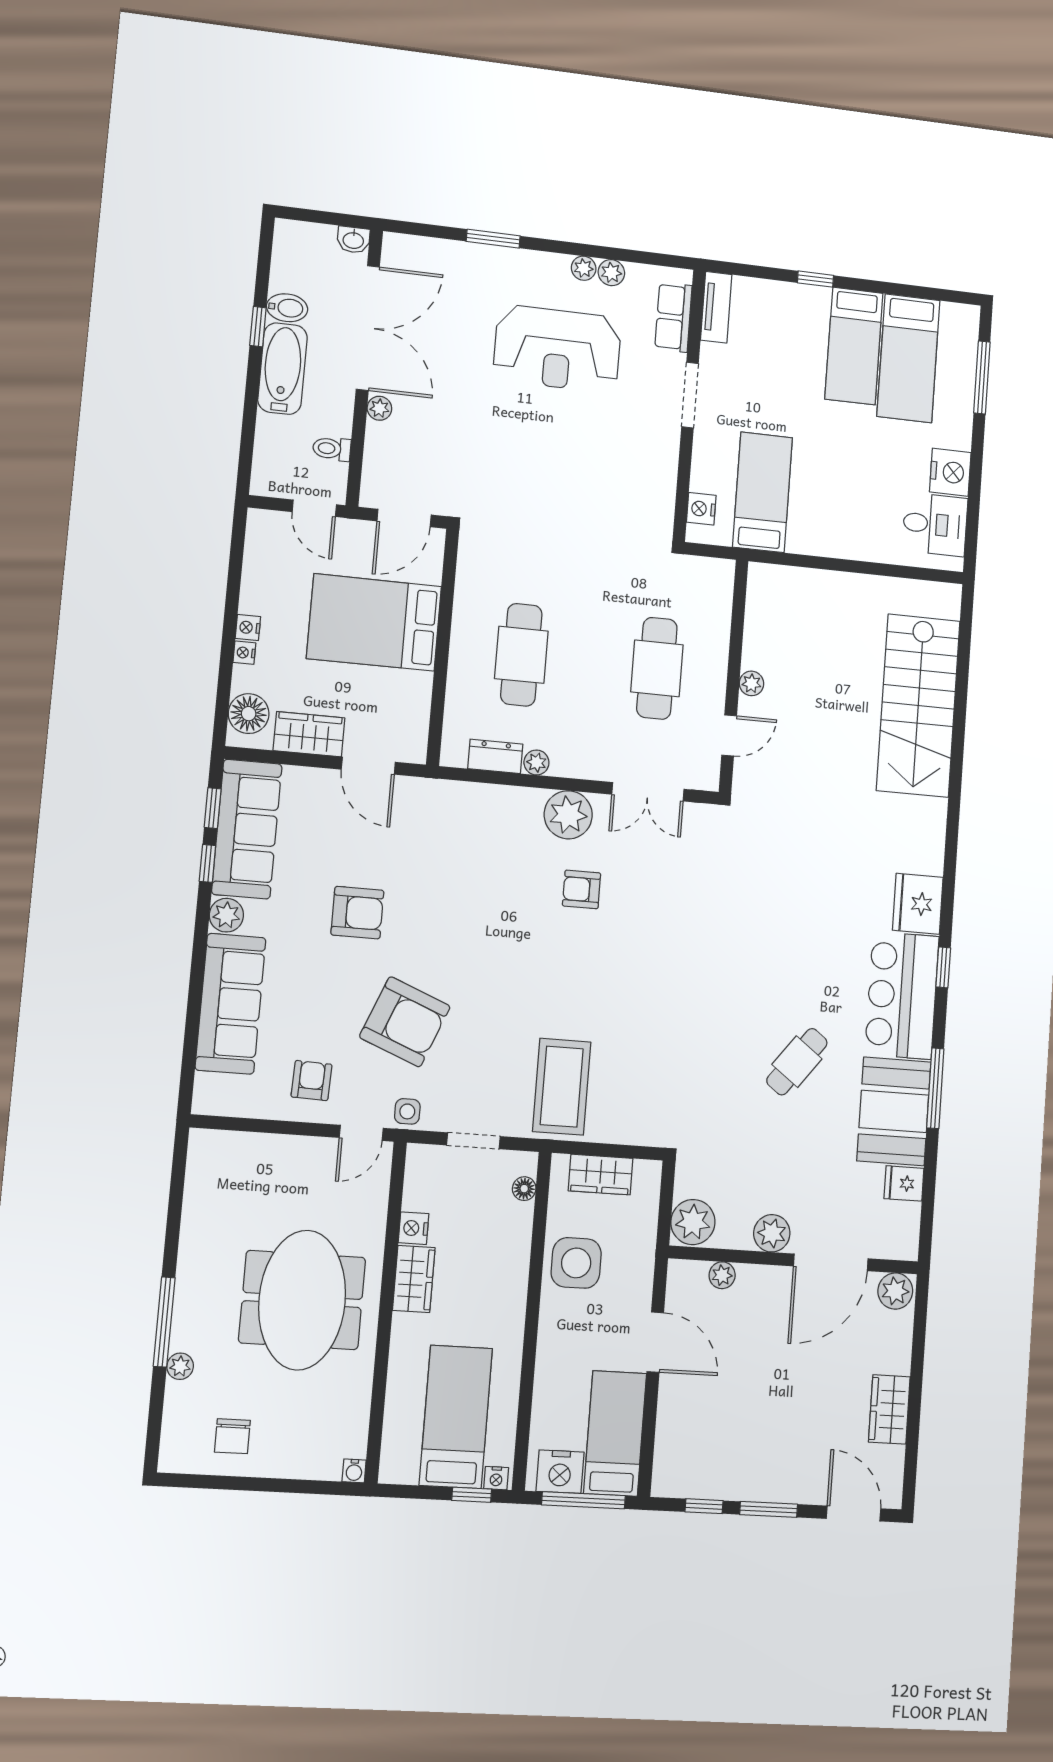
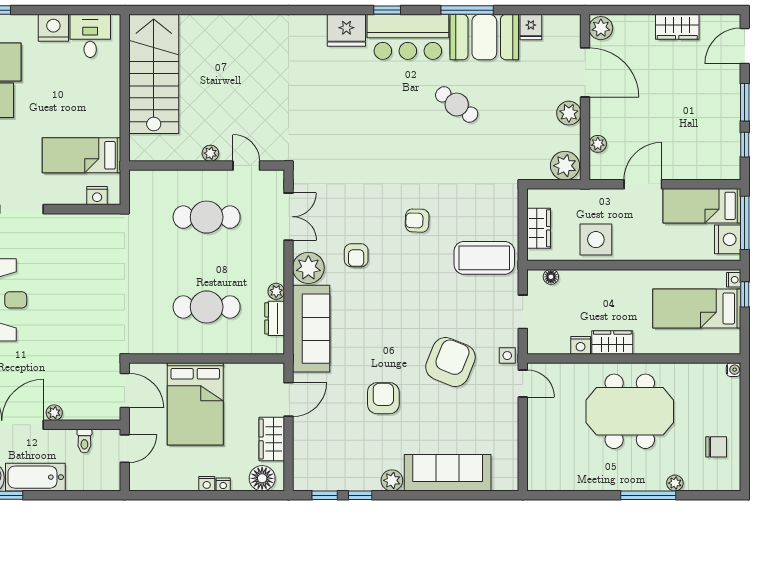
stairs: (918, 706) -> (154, 74), moved, turned -90
sofa: (247, 829) -> (311, 329), moved, turned 90
armchair: (311, 1081) -> (417, 221), moved

